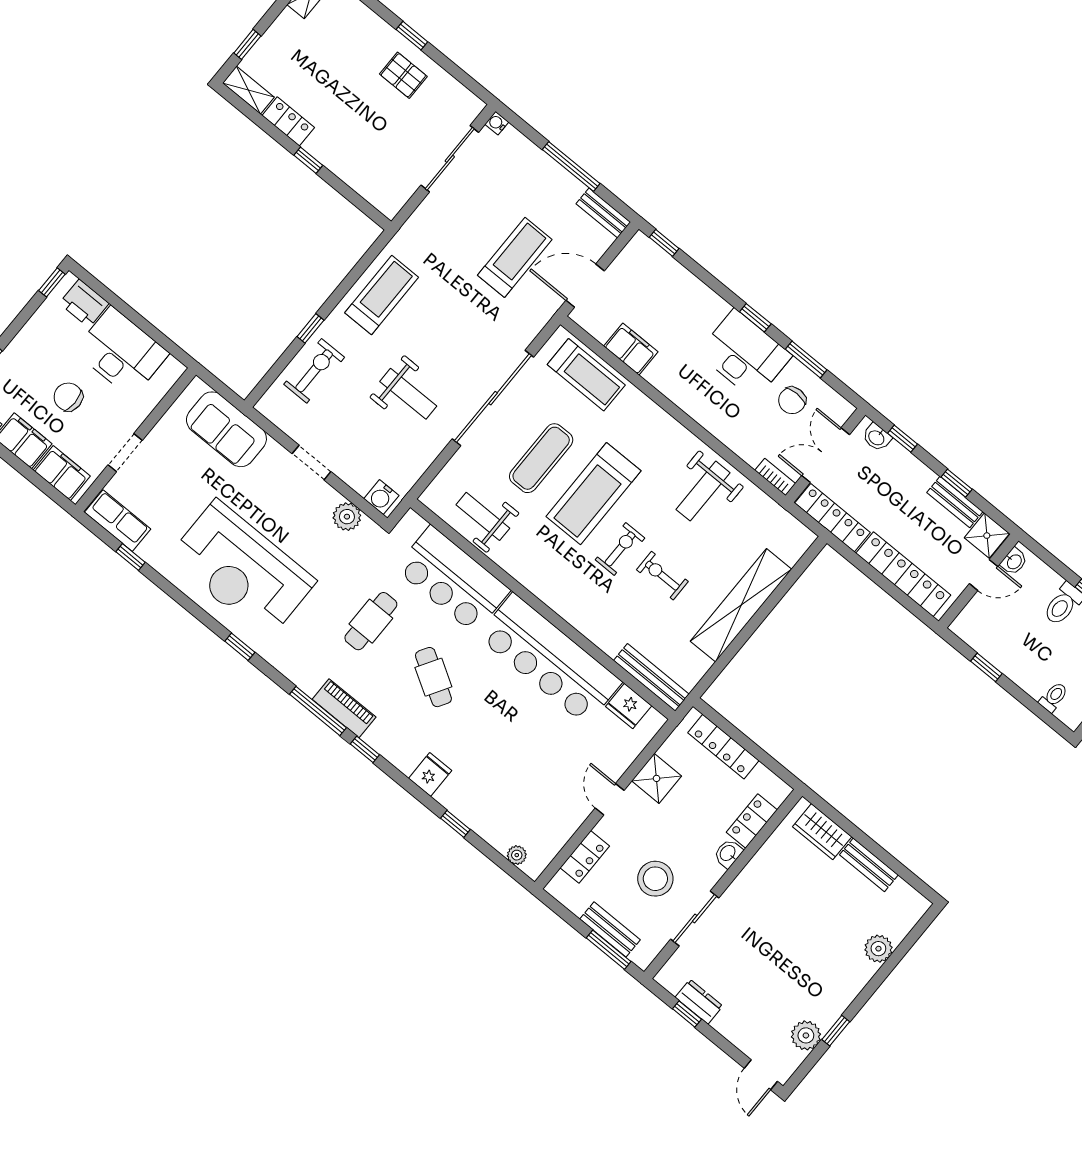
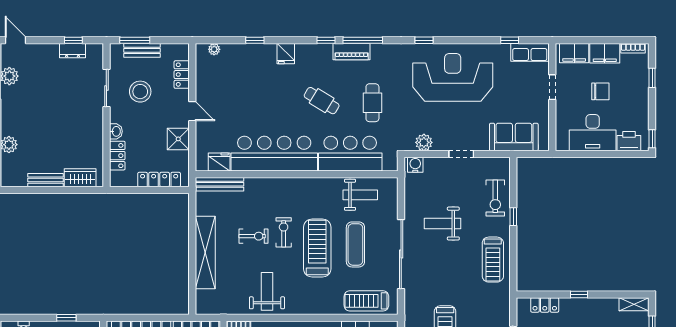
locker: (288, 121) -> (545, 305), moved
exercise bike: (620, 549) -> (284, 232), turned 180

